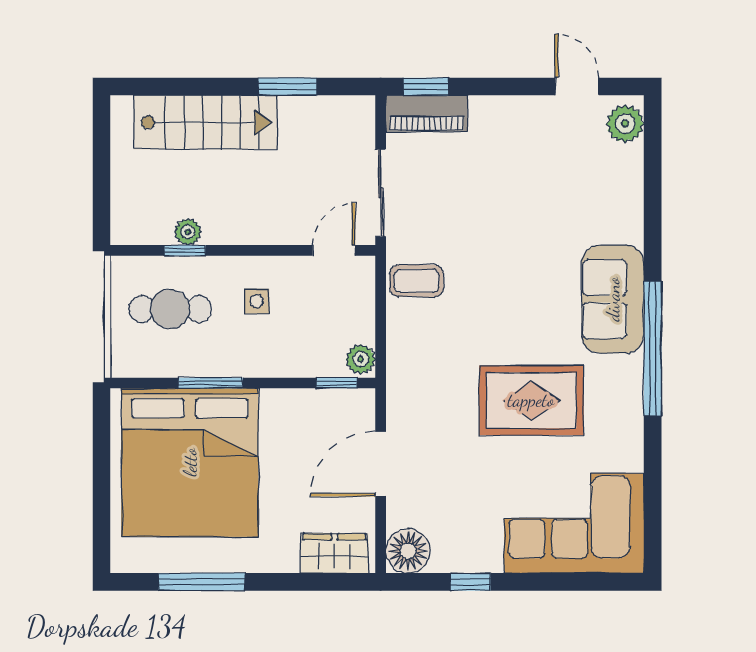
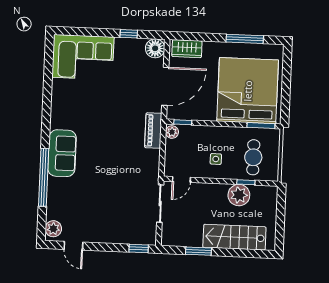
piano: (427, 113) -> (153, 130), moved, turned -90
plant: (188, 232) -> (239, 195), width x1.88, depth x1.88
coffee table: (416, 281) -> (146, 165), removed
cafe table: (170, 309) -> (253, 157), turned 90
window: (653, 348) -> (44, 177), moved
window: (211, 383) -> (261, 126), moved
rug: (531, 400) -> (99, 111), removed
door: (381, 464) -> (165, 86), width x1.36

